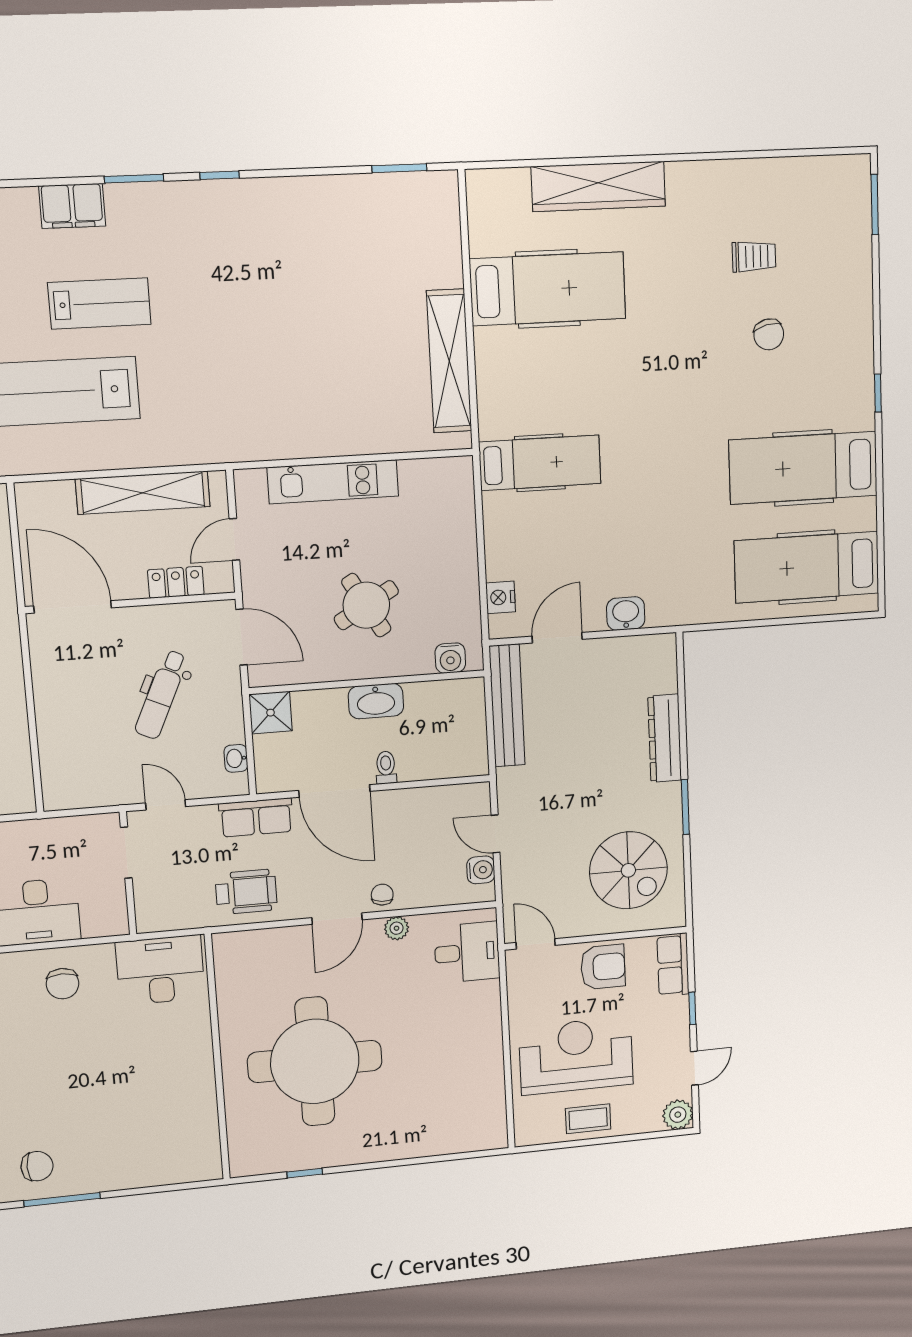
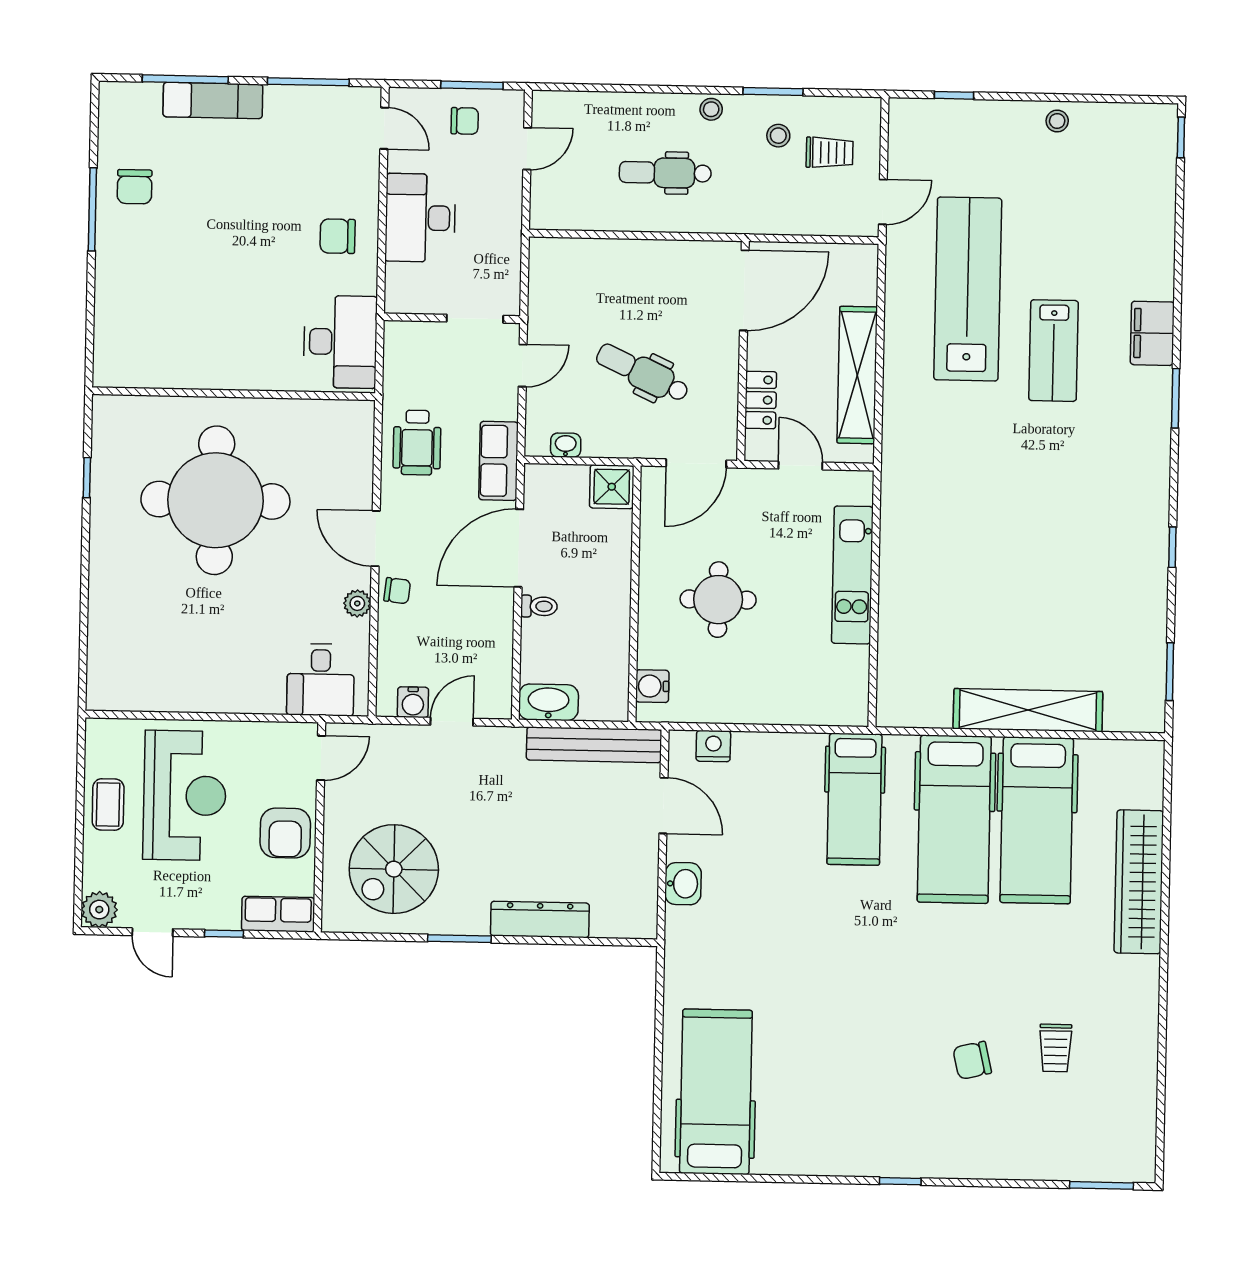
window: (220, 175) -> (1172, 547), moved
shelving: (449, 361) -> (1028, 710), moved
hospital bed: (803, 468) -> (954, 819), moved, turned 180
round table: (366, 605) -> (718, 600), turned 30
washbasin: (376, 701) -> (549, 702), moved, turned 90

